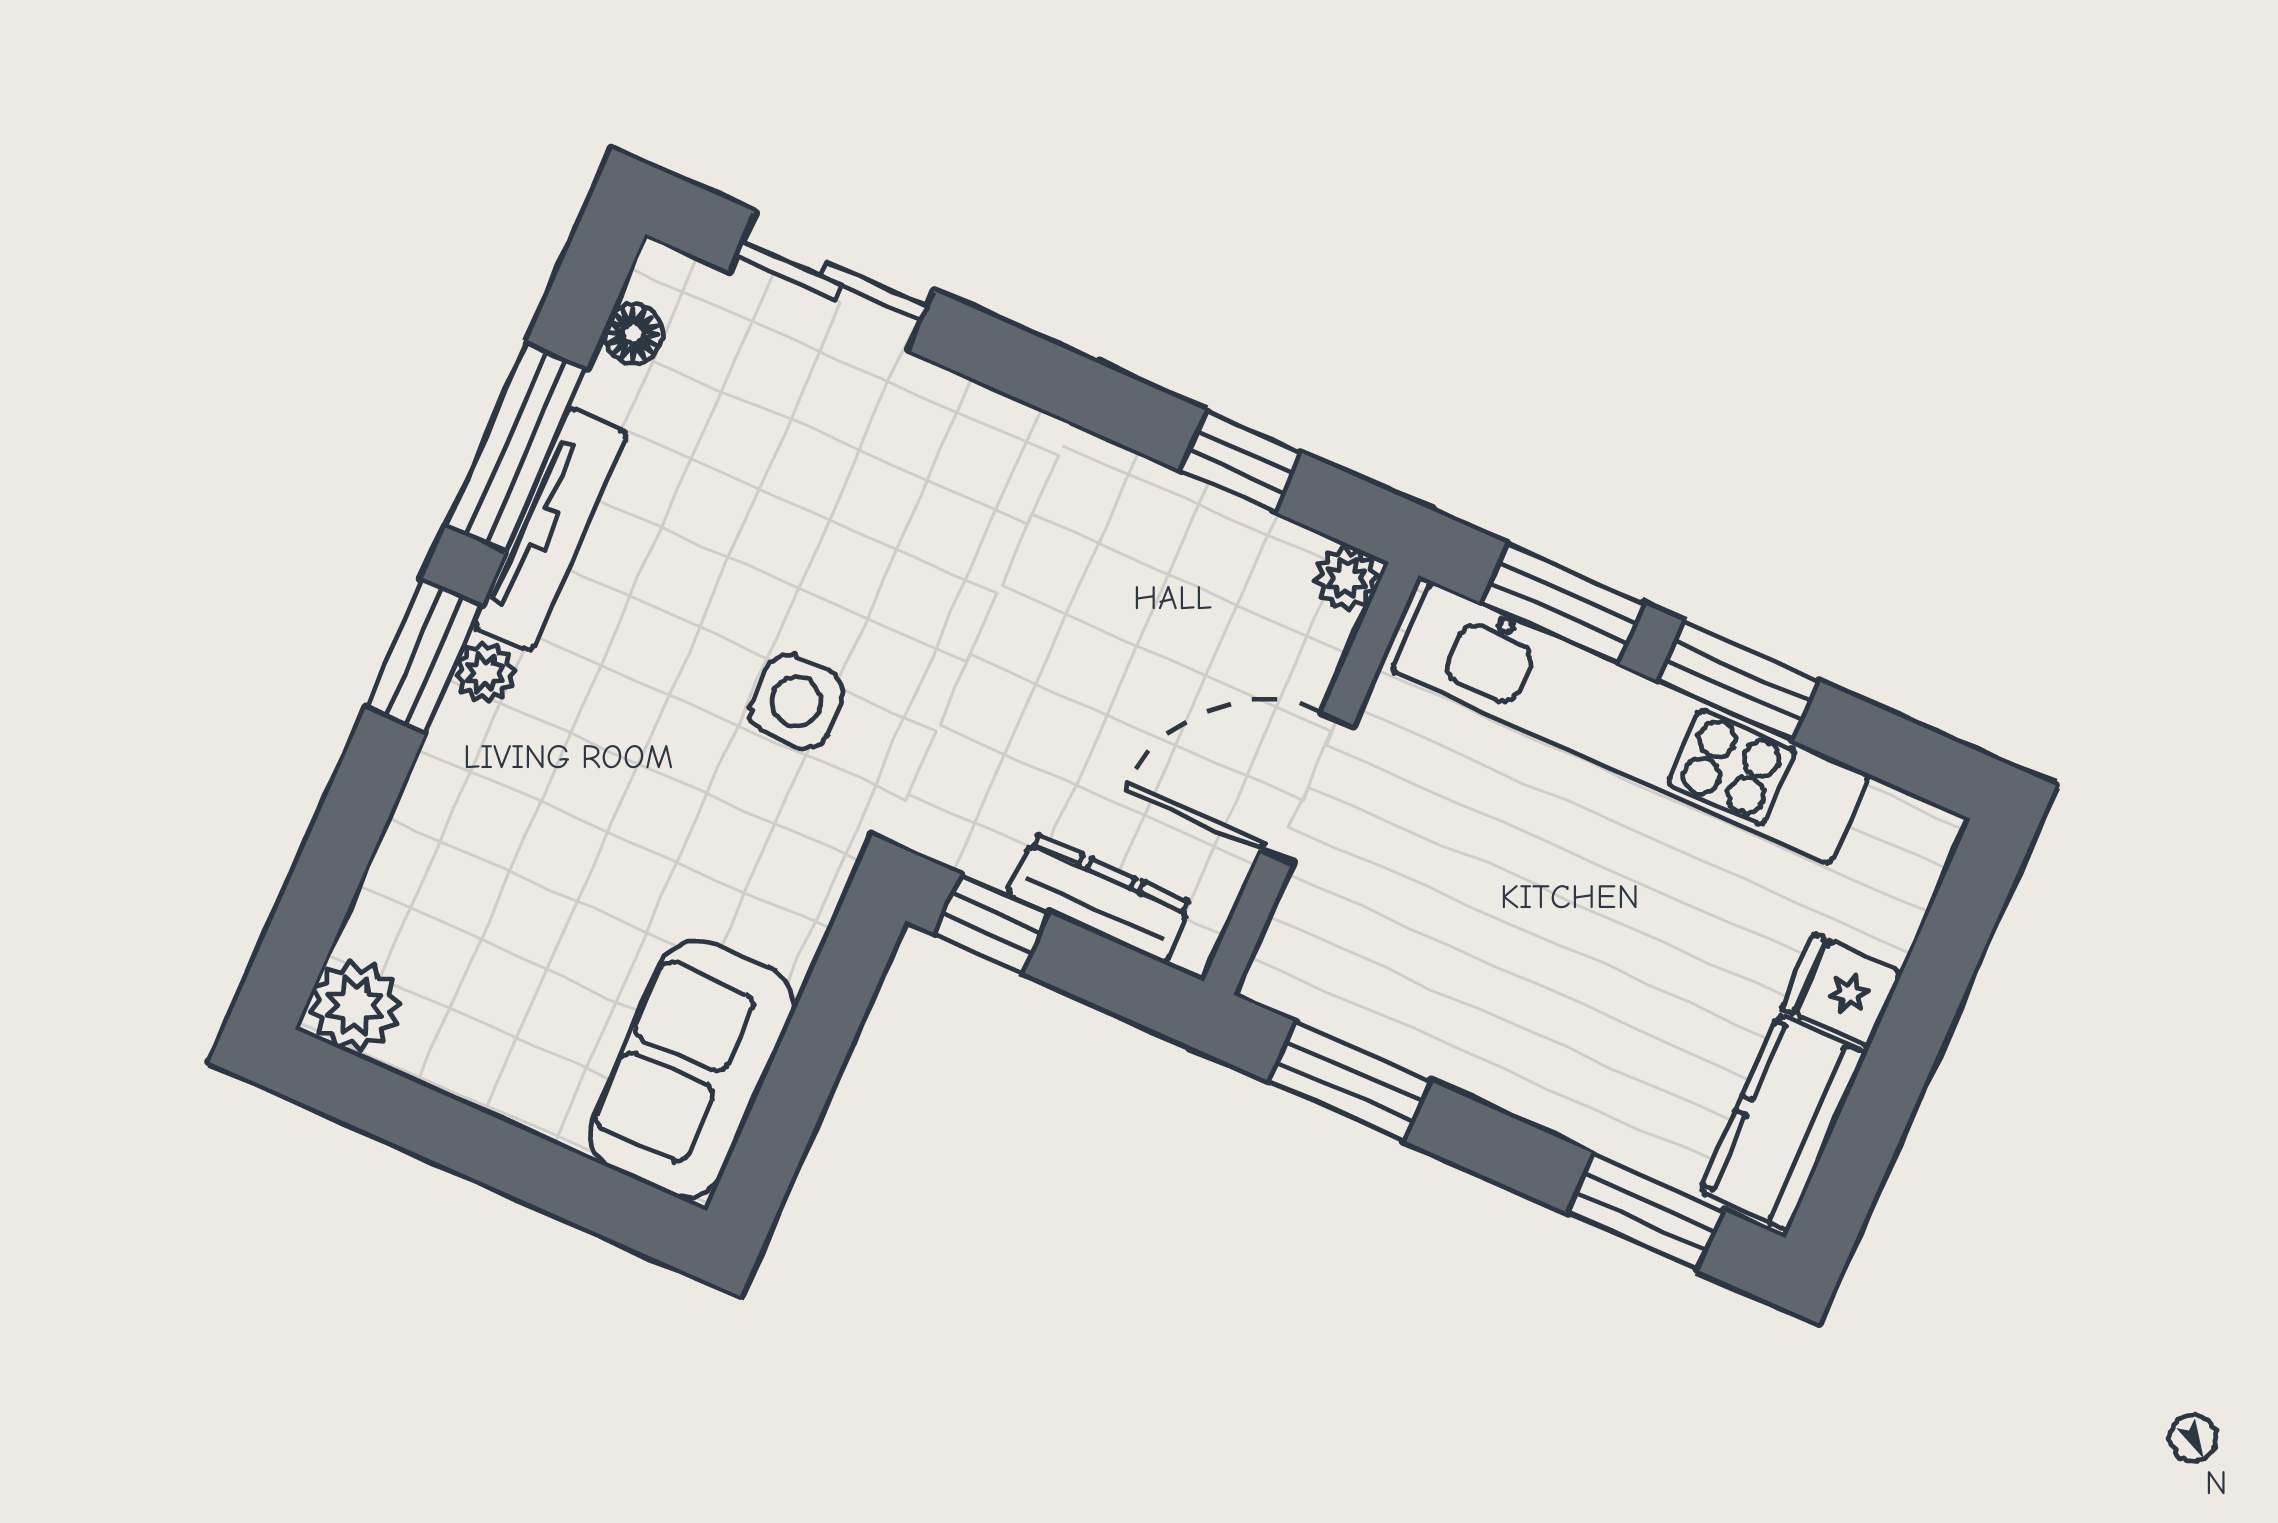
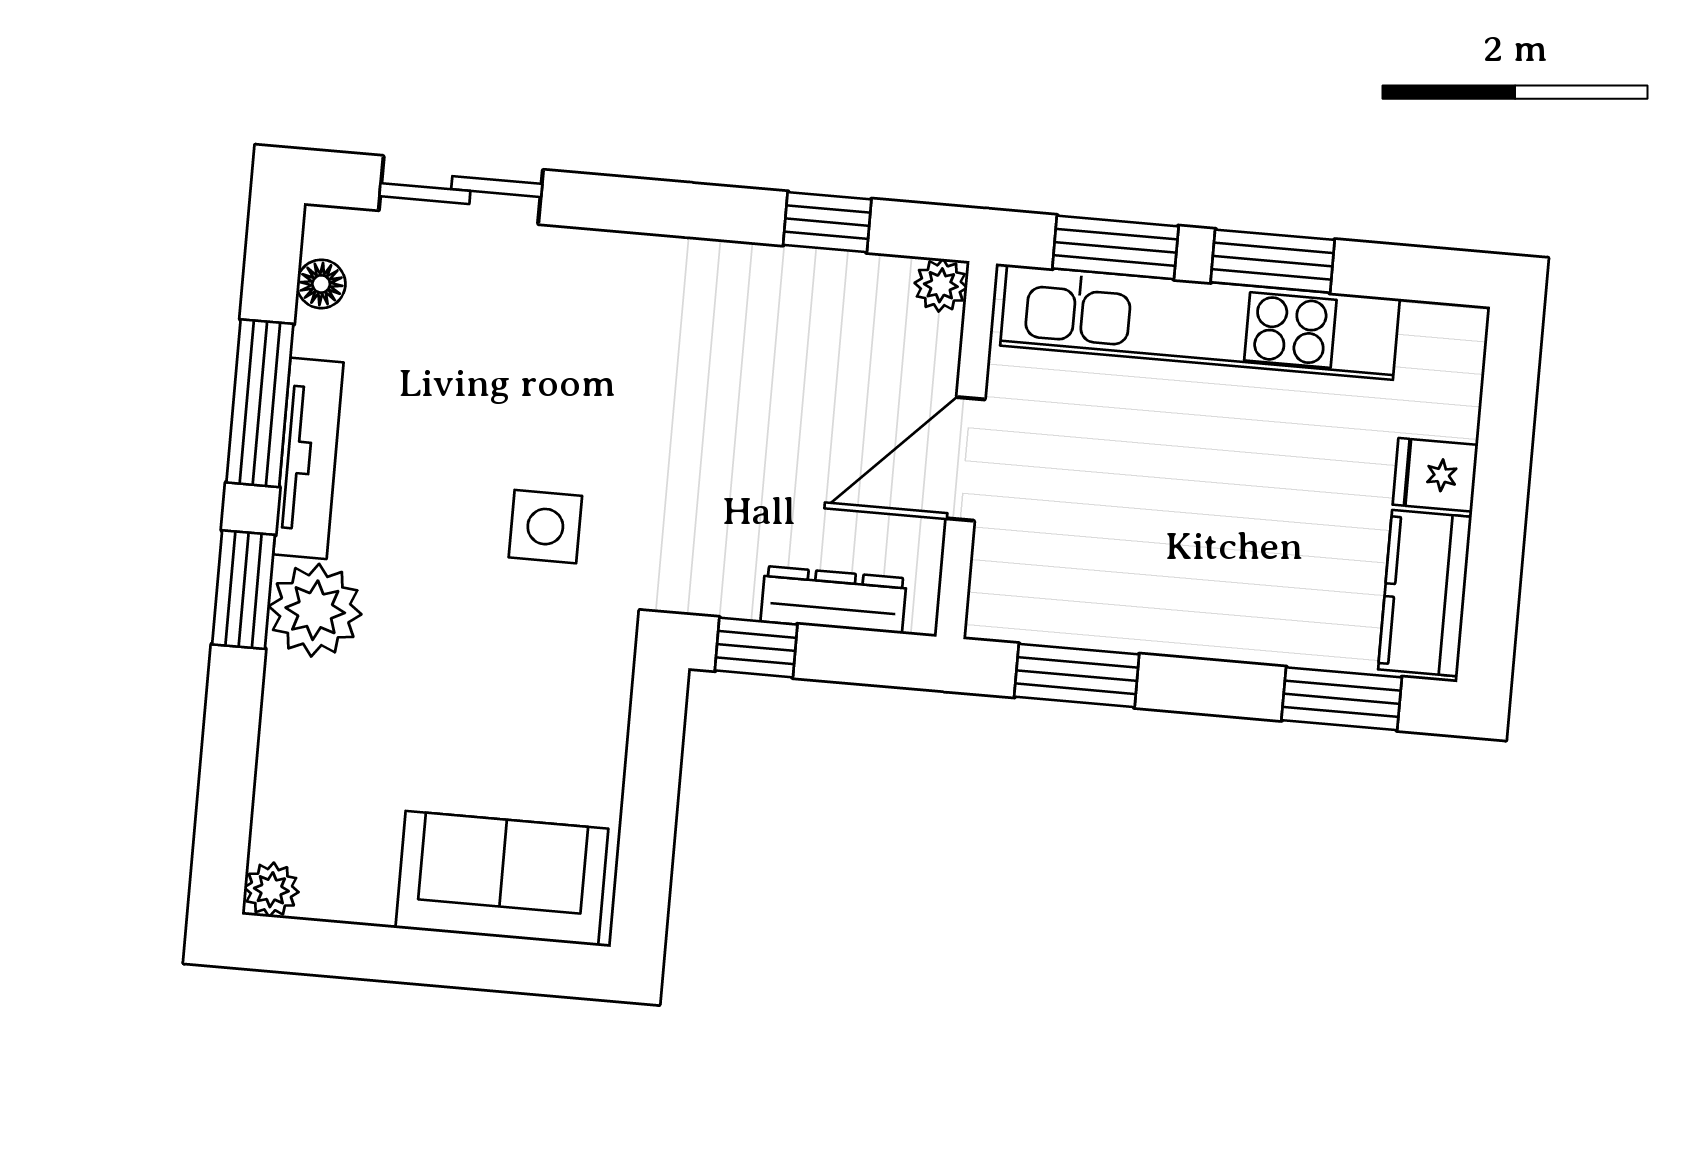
plant: (485, 673) -> (315, 610), width x1.88, depth x1.88
plant: (355, 1006) -> (271, 890), width x0.73, depth x0.73
sofa: (691, 1069) -> (502, 878), moved, turned 90

